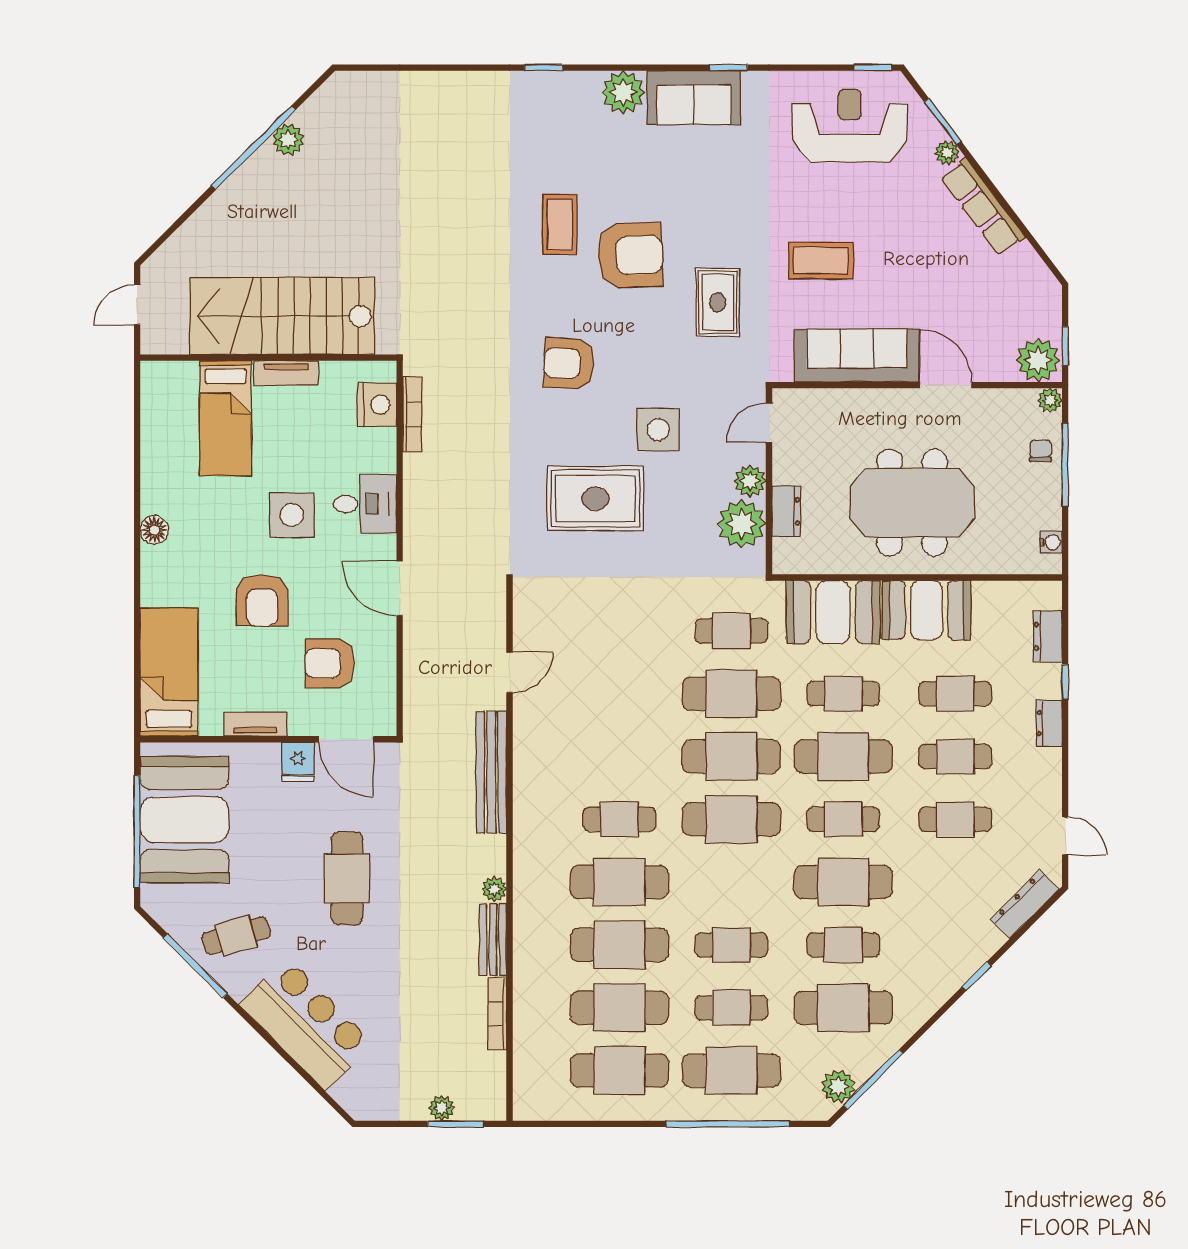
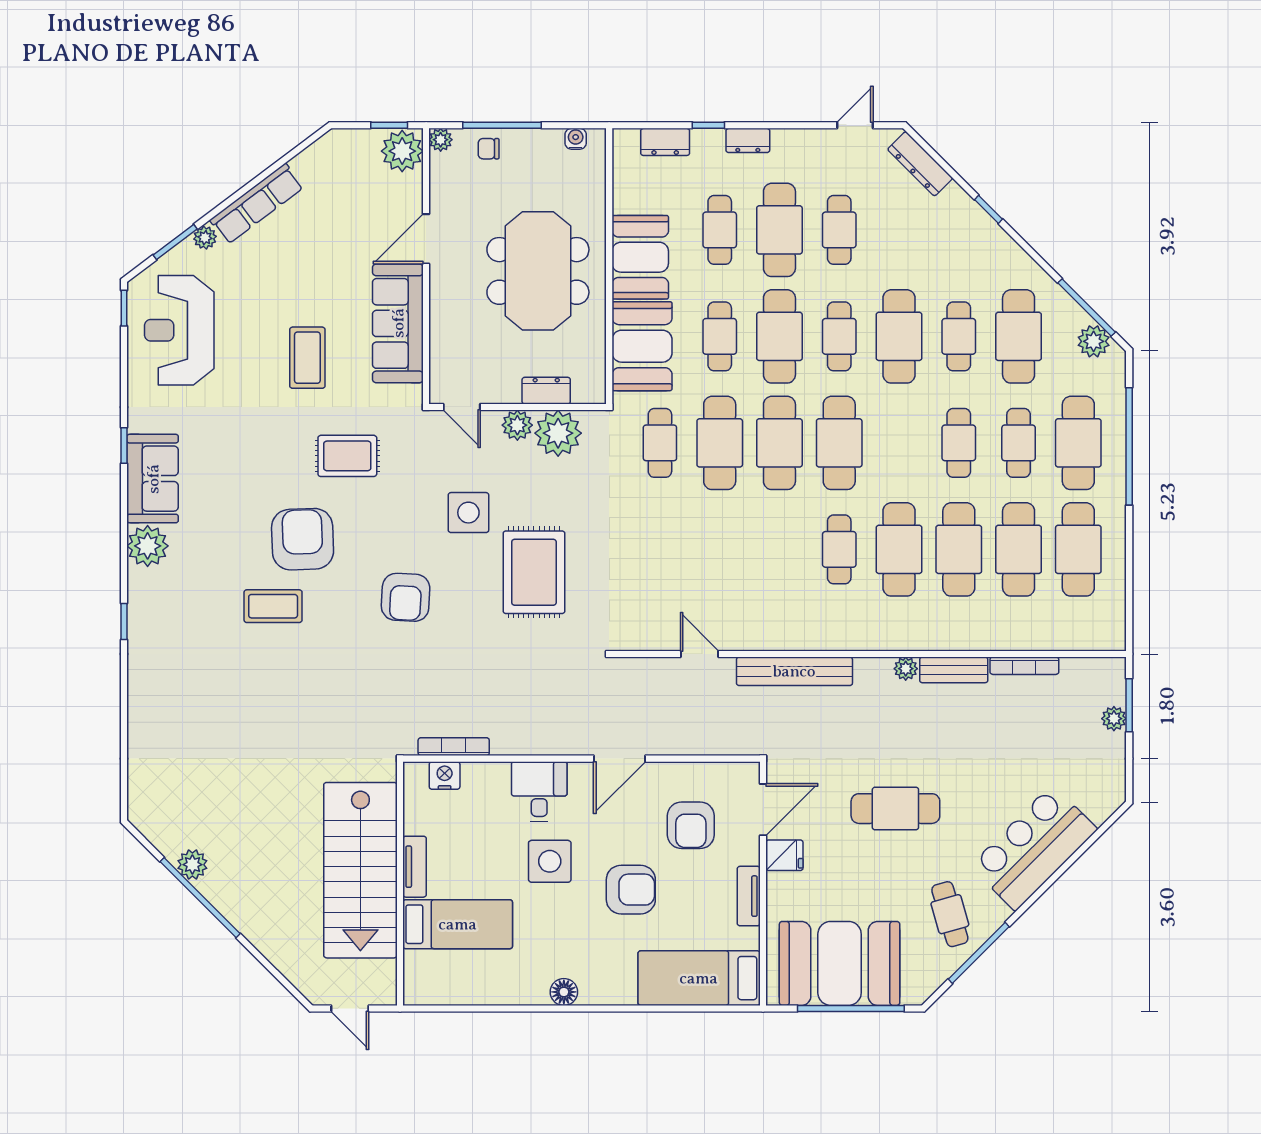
nightstand: (377, 405) -> (445, 776), width x0.74, depth x0.75
cafe table: (955, 756) -> (779, 230), width x1.37, depth x1.35

